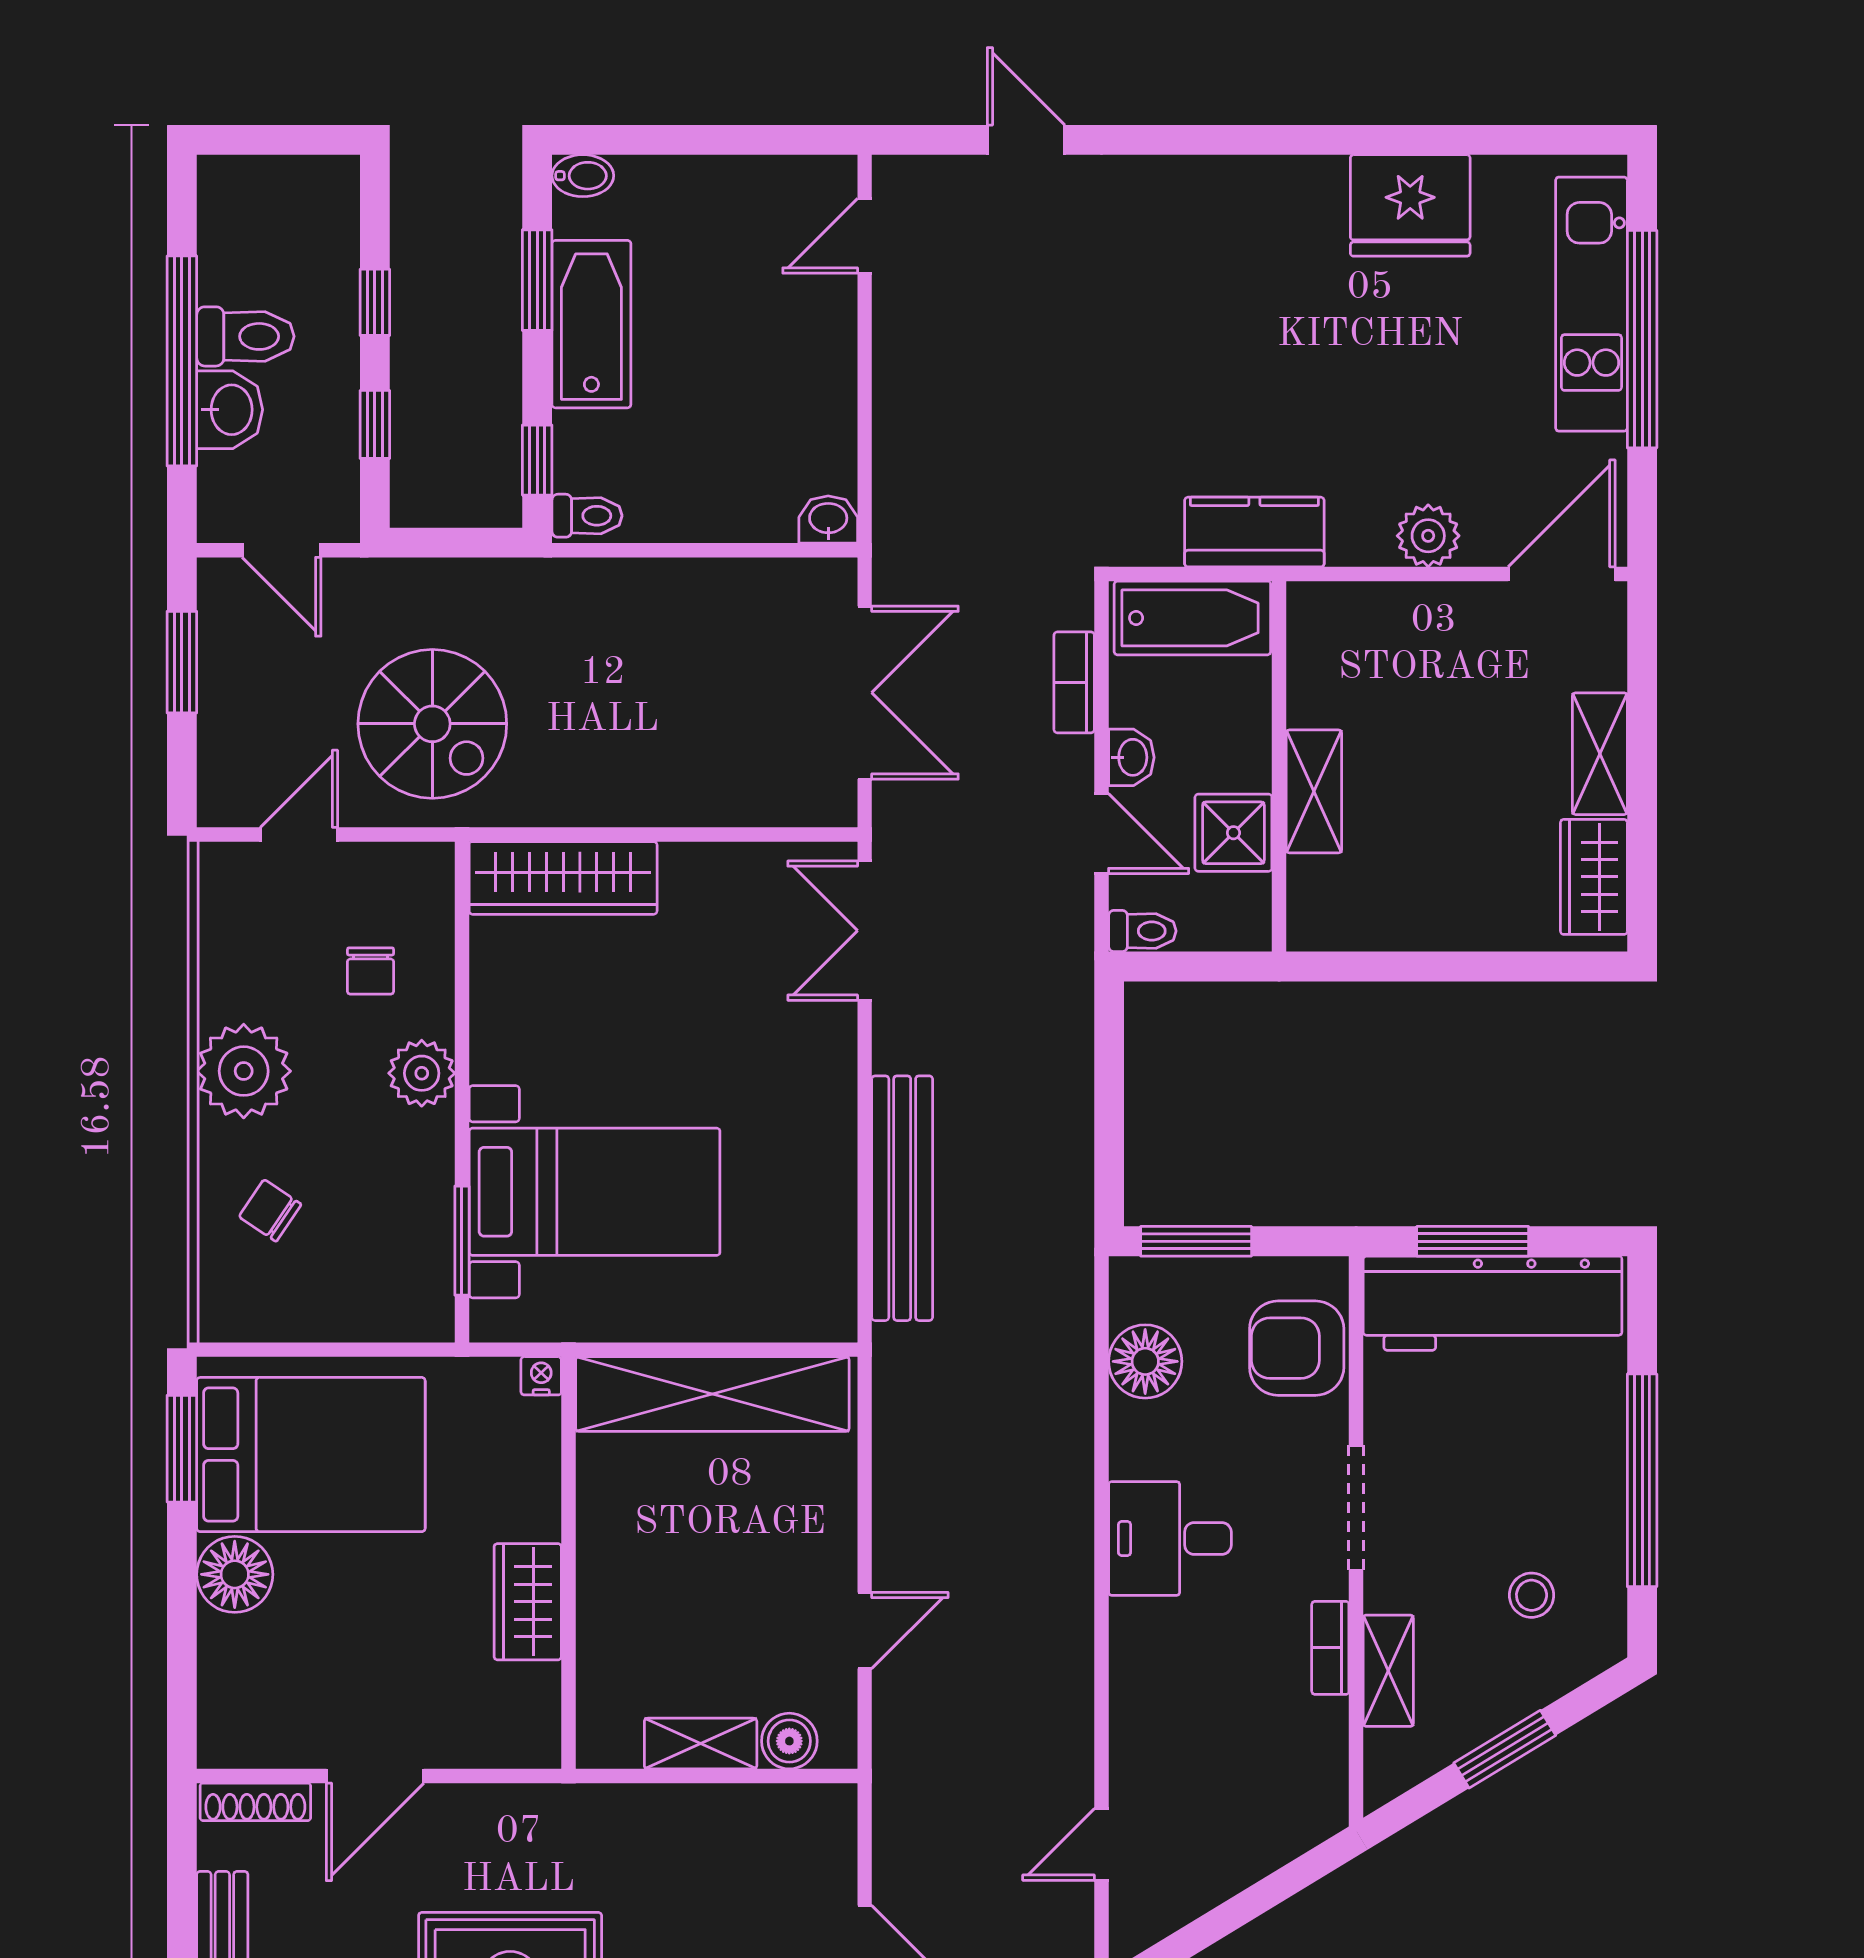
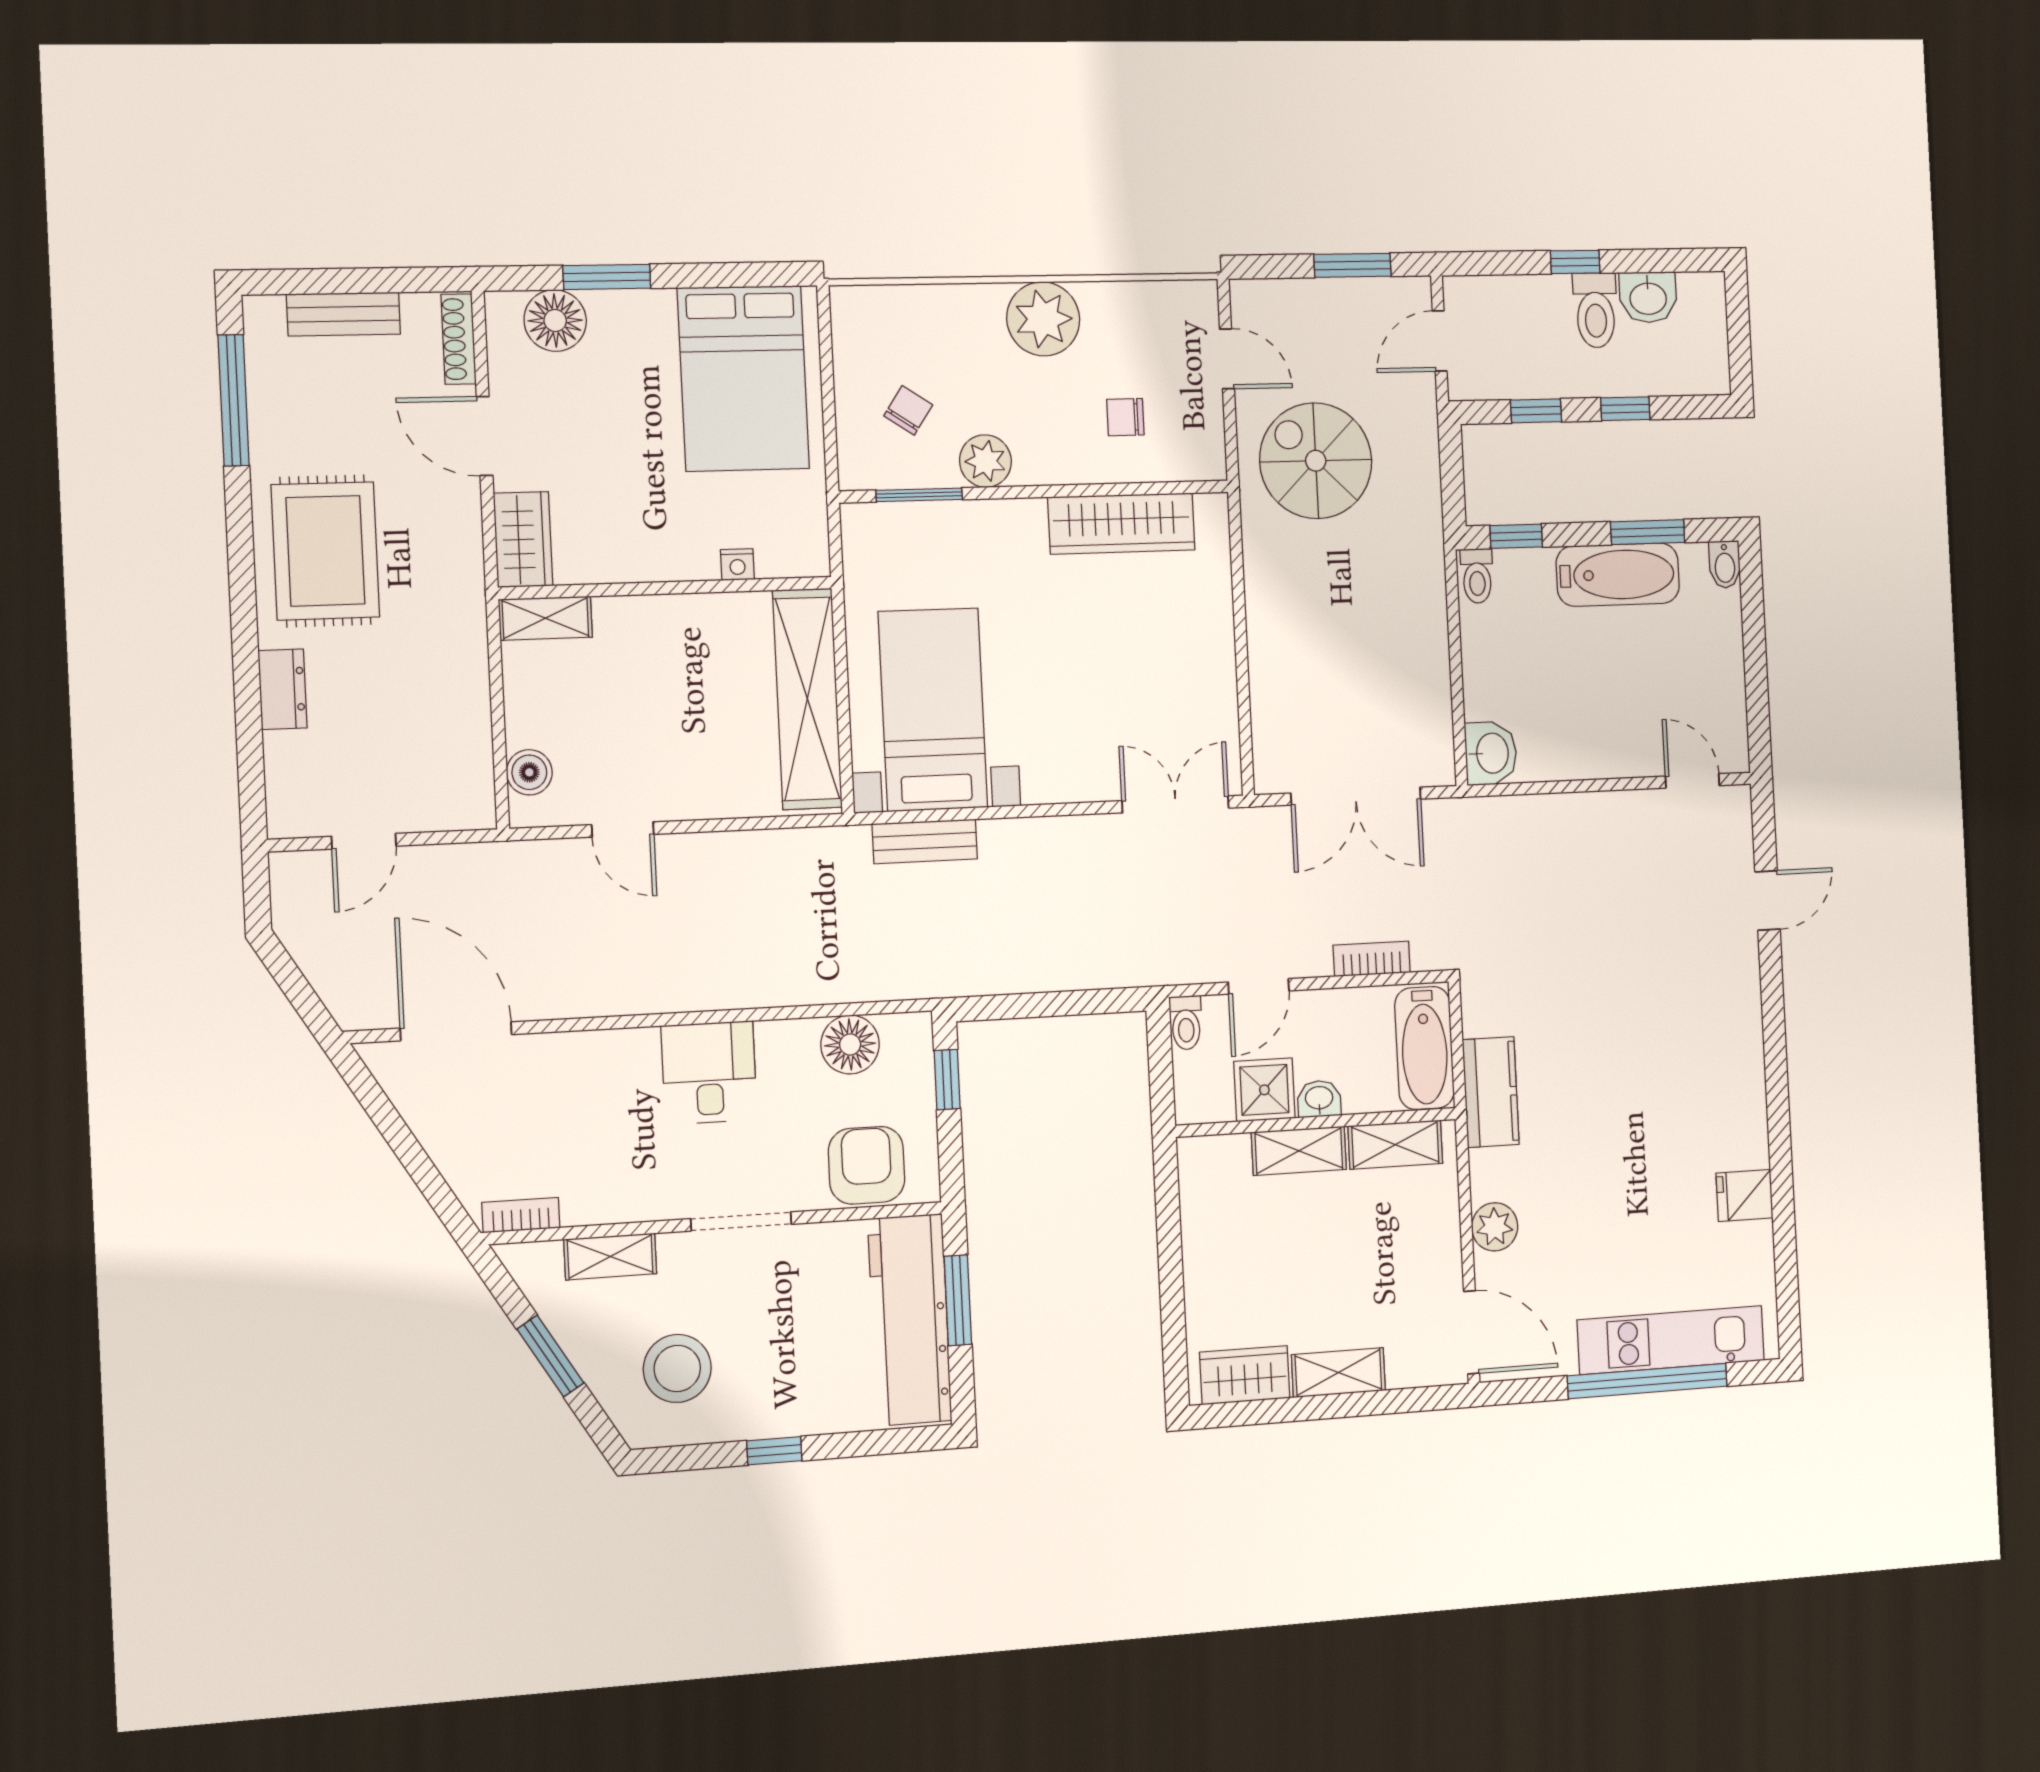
fridge: (1410, 205) -> (1745, 1195), width x0.53, depth x0.75
window: (182, 361) -> (1575, 262), width x0.32
washbasin: (230, 410) -> (1648, 297), moved
washbasin: (828, 519) -> (1491, 753), width x1.38, depth x1.45
shelving: (1314, 663) -> (1395, 1145), added
spiral stairs: (432, 724) -> (1316, 461), turned 90
washbasin: (1131, 757) -> (1319, 1099), moved, turned 180
wardrobe: (563, 878) -> (1121, 523), moved, turned -90
plant: (422, 1073) -> (985, 461), moved
bed with nightstands: (595, 1192) -> (933, 710), moved, turned 180
bench: (902, 1198) -> (925, 841), width x0.54, depth x0.82
chair: (270, 1211) -> (908, 410), moved
window: (1196, 1241) -> (947, 1080), width x0.67
nightstand: (541, 1376) -> (737, 565), moved, turned 90
window: (182, 1449) -> (607, 277), moved
window: (1642, 1480) -> (774, 1451), width x0.32
floor lamp: (235, 1574) -> (555, 320), moved
stool: (1532, 1595) -> (677, 1368), width x1.89, depth x1.89
wardrobe: (528, 1602) -> (523, 540), moved, turned 90
bookcase: (1330, 1648) -> (521, 1215), moved
shelving: (701, 1744) -> (545, 618), moved, turned 90
door: (1101, 1844) -> (456, 1031), width x1.88

